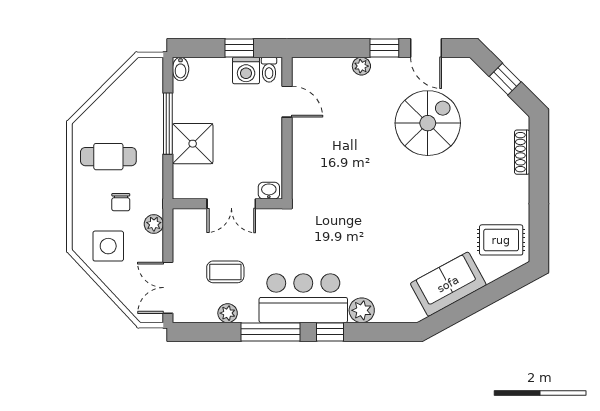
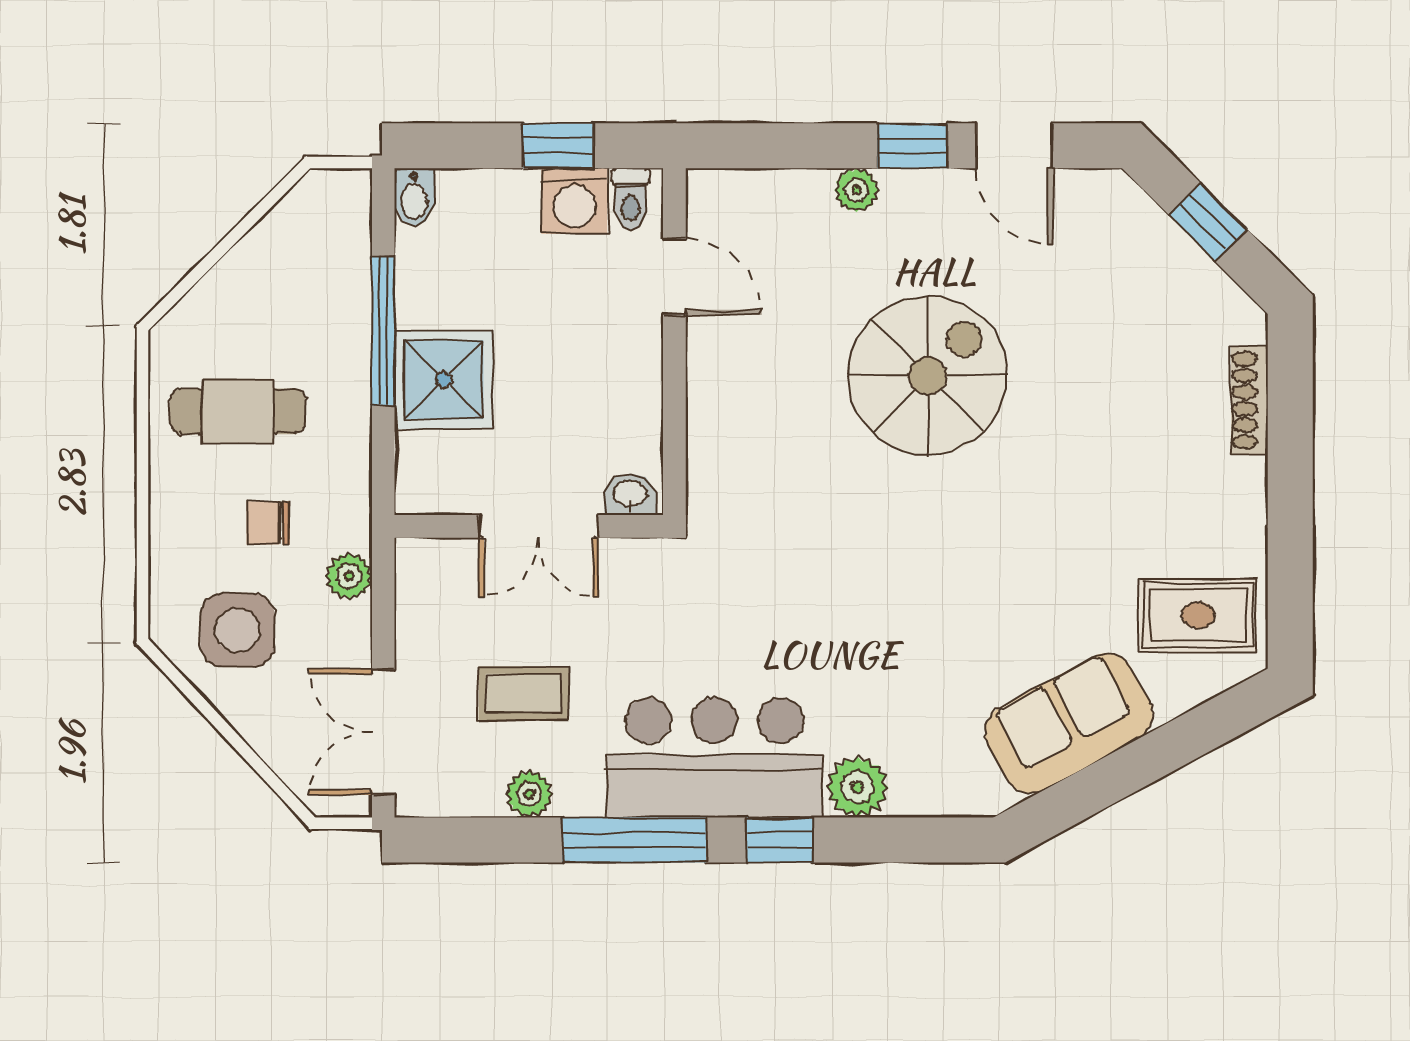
spiral stairs: (428, 123) -> (928, 376), moved
chair: (121, 202) -> (268, 523), turned 90

